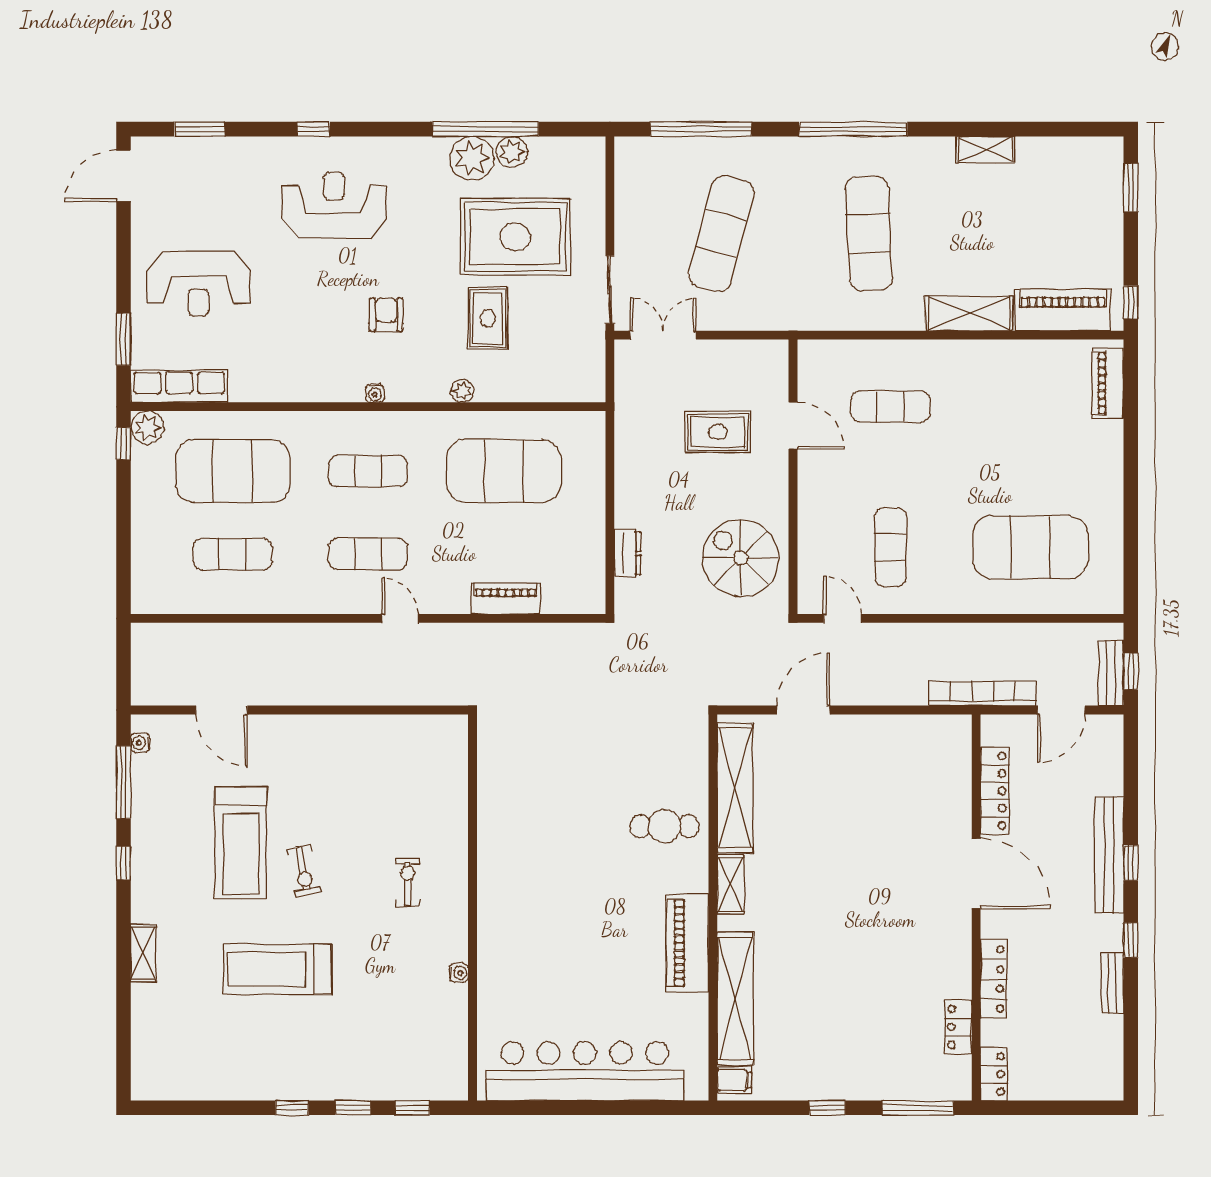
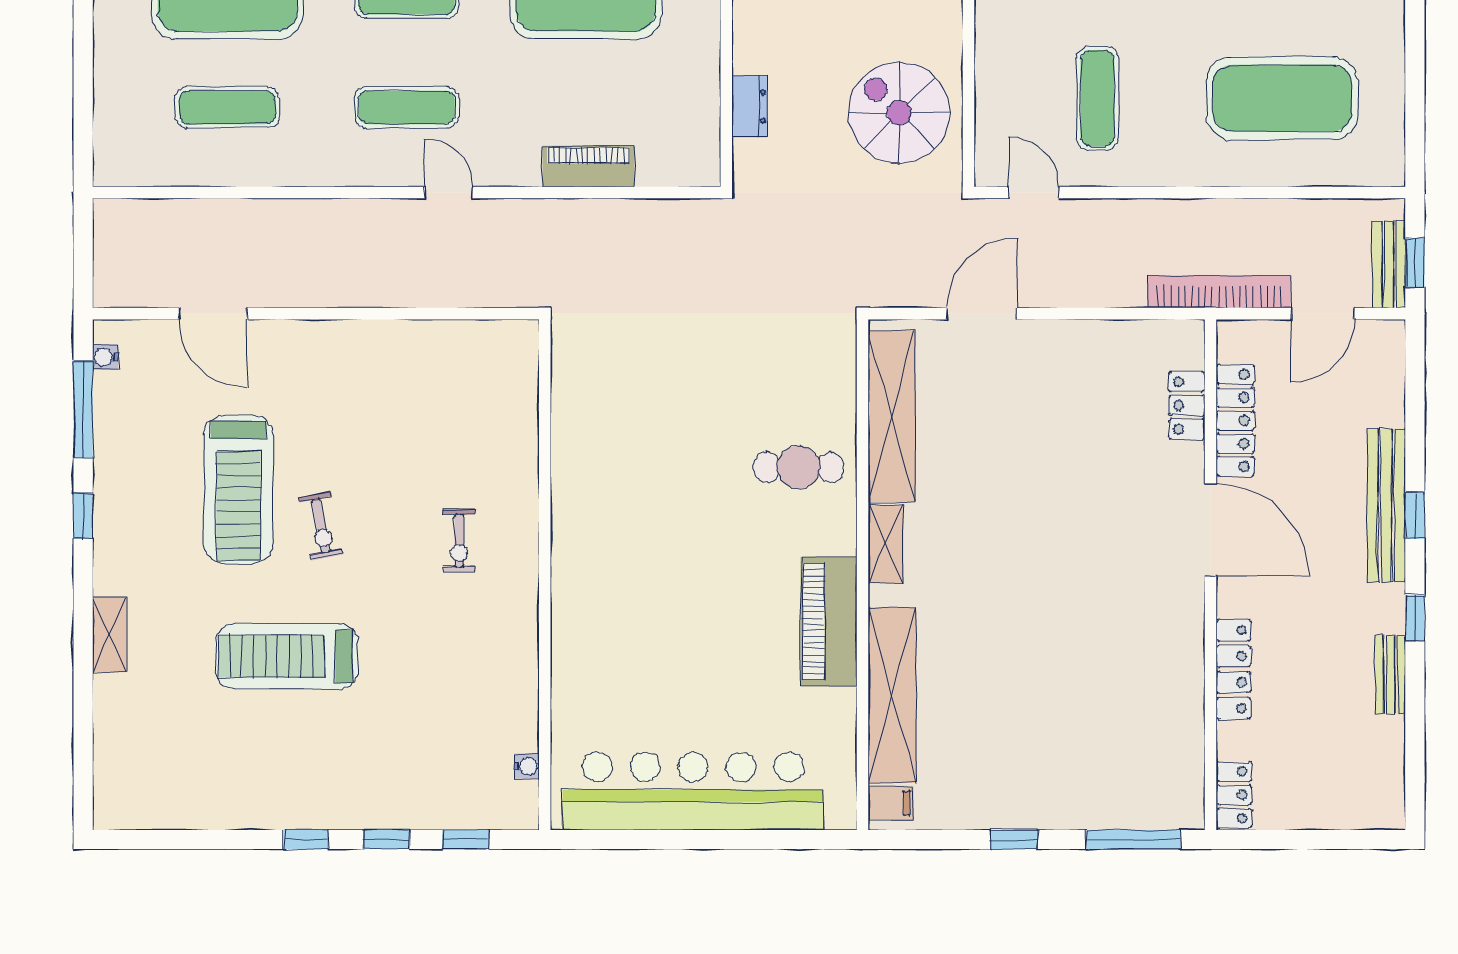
exercise bike: (408, 882) -> (459, 541), turned 180
water cooler: (459, 973) -> (527, 766), moved
locker: (958, 1027) -> (1187, 405), moved

